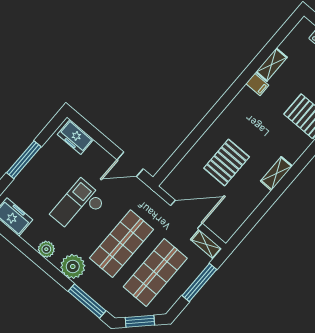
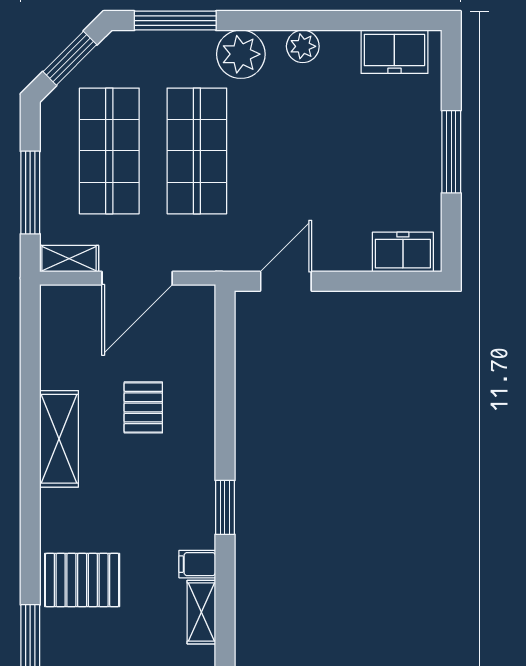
window: (228, 97) -> (225, 507), added
pallet: (227, 163) -> (143, 407), width x0.67, depth x0.71
shelving: (276, 174) -> (59, 439), width x1.50, depth x1.33
checkout: (78, 207) -> (309, 150), removed

